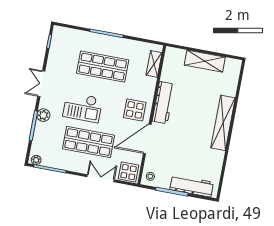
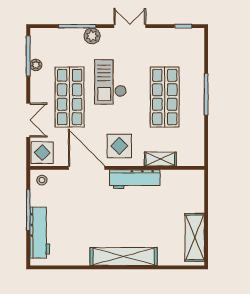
shelving: (205, 61) -> (195, 237), moved
shelving: (154, 64) -> (160, 159), moved
plant: (36, 160) -> (36, 65), moved

